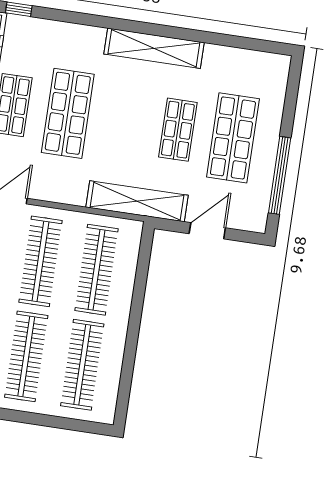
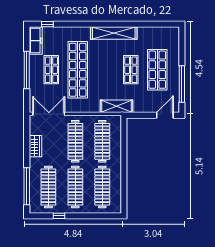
shop shelf: (68, 113) -> (78, 70), width x1.40
shelving: (137, 201) -> (117, 106), width x0.68
door: (207, 231) -> (165, 115), moved

